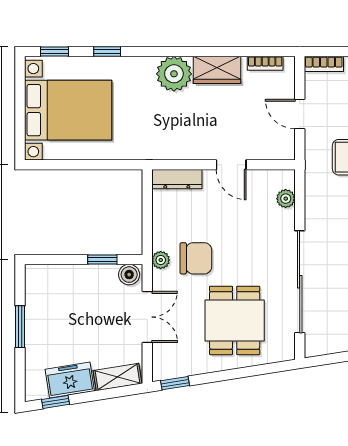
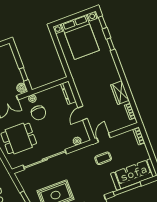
plant: (174, 74) -> (112, 75), removed
door: (300, 114) -> (103, 138), moved

